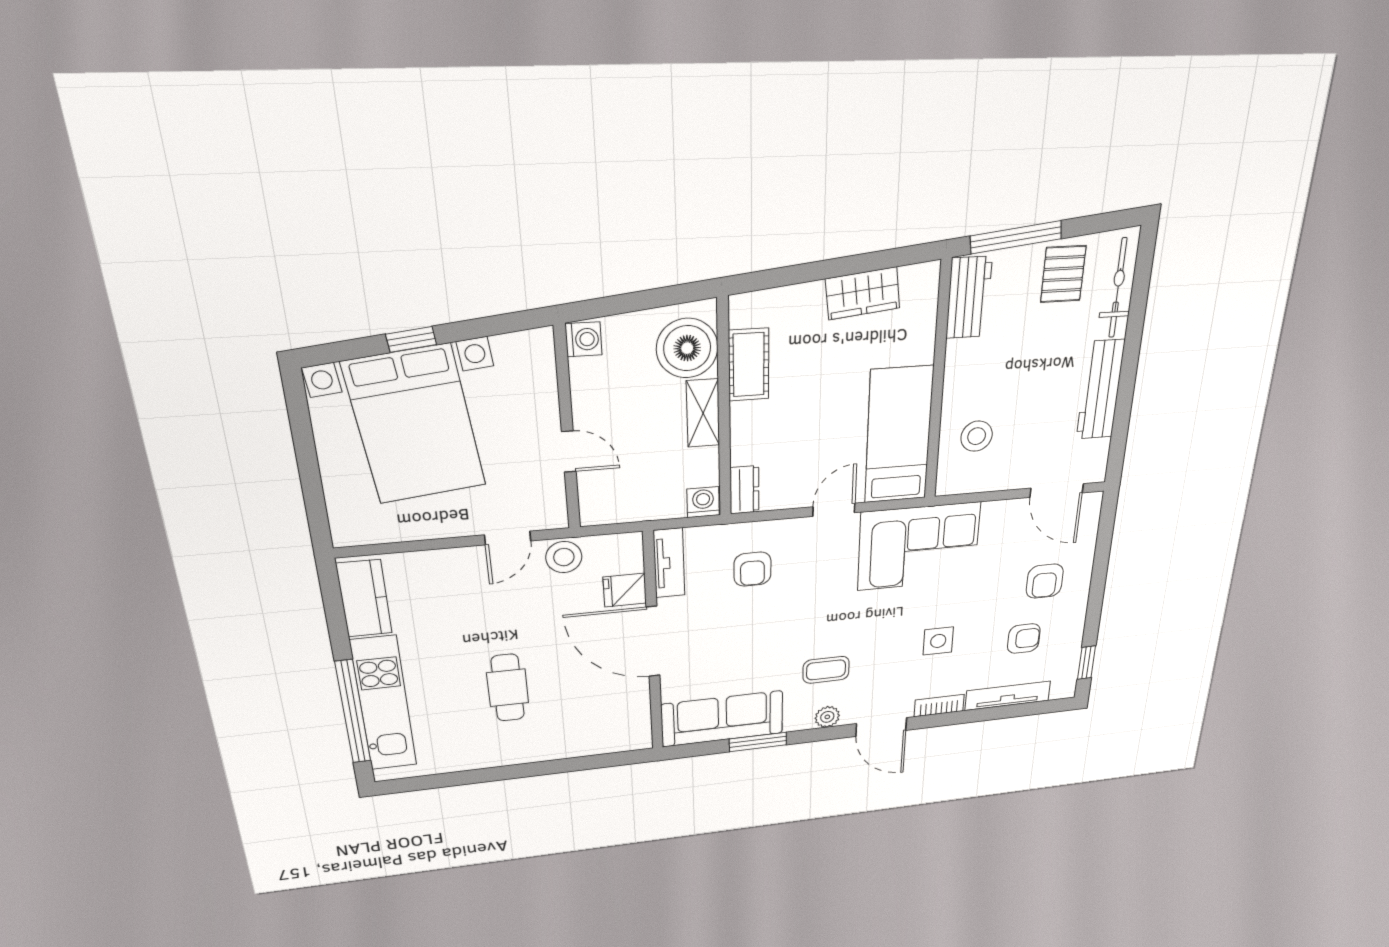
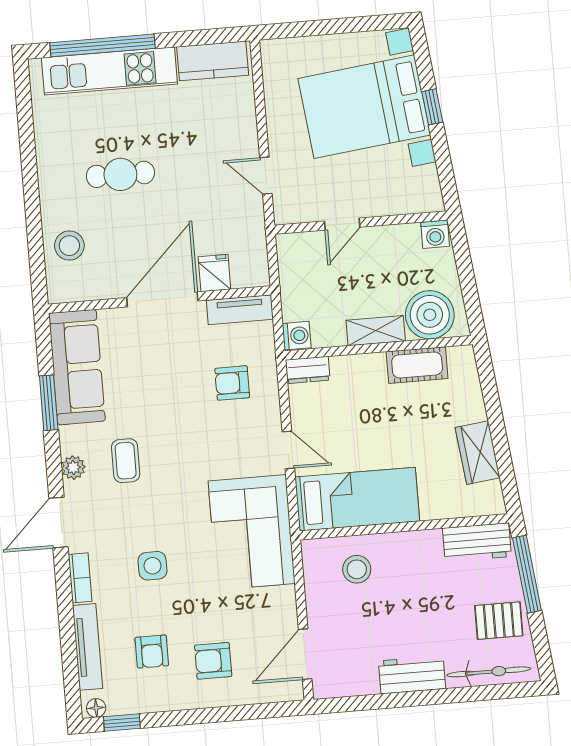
workbench: (1100, 390) -> (412, 675), width x0.73
stool: (564, 557) -> (69, 246), moved
floor lamp: (1068, 686) -> (96, 708), added

